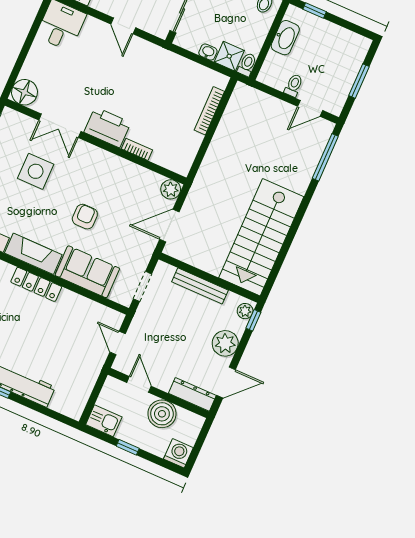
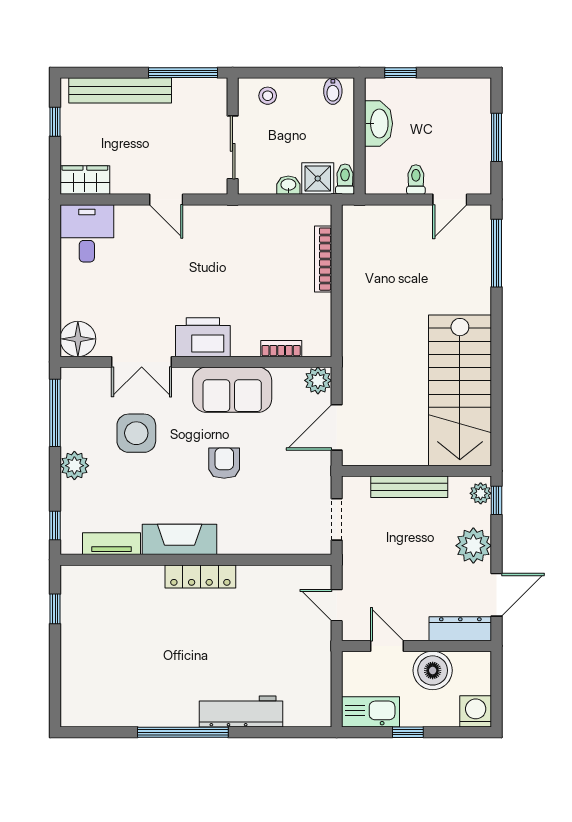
bookcase: (137, 149) -> (281, 349), moved
sofa: (87, 272) -> (232, 390), moved, turned 180
kitchen sink: (104, 421) -> (371, 712), width x1.38

